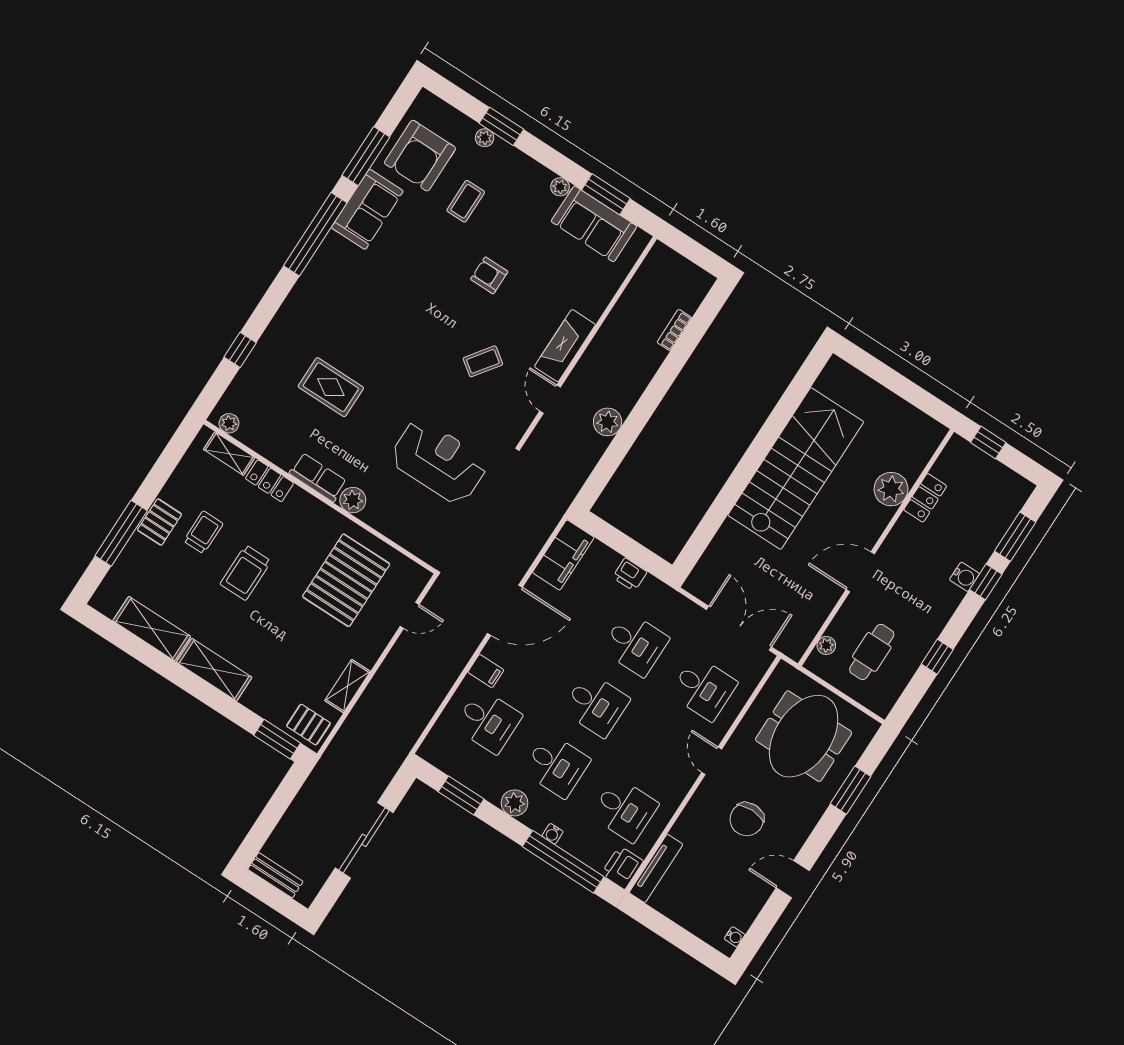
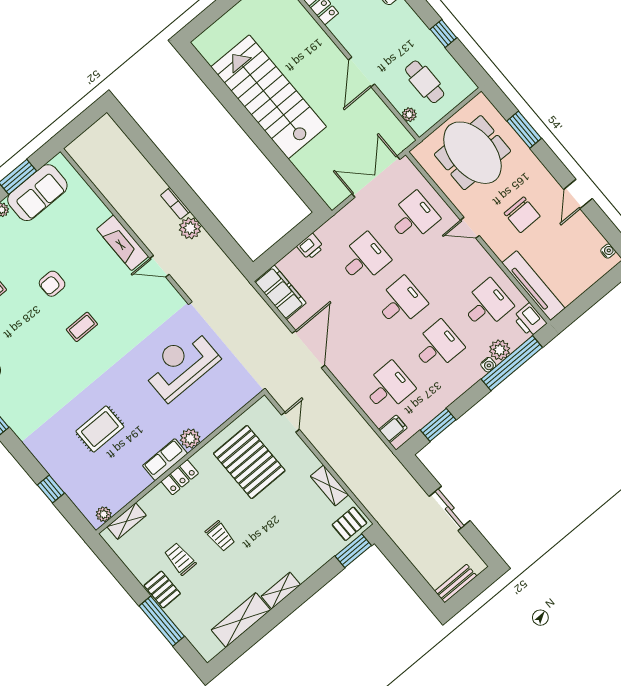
bookcase: (674, 330) -> (175, 203), moved
coffee table: (483, 361) -> (82, 327), moved, turned 54
locker: (270, 481) -> (180, 477), moved
plant: (891, 489) -> (306, 30), removed
trolley: (246, 573) -> (220, 536), width x0.73, depth x0.72
shelving: (214, 670) -> (281, 591), width x0.67, depth x0.75
filing cabinet: (486, 671) -> (393, 429), moved
plant: (514, 803) -> (500, 350), moved
sliding door: (364, 840) -> (450, 509), width x0.73
tv unit: (656, 868) -> (533, 286), width x1.36, depth x1.29

